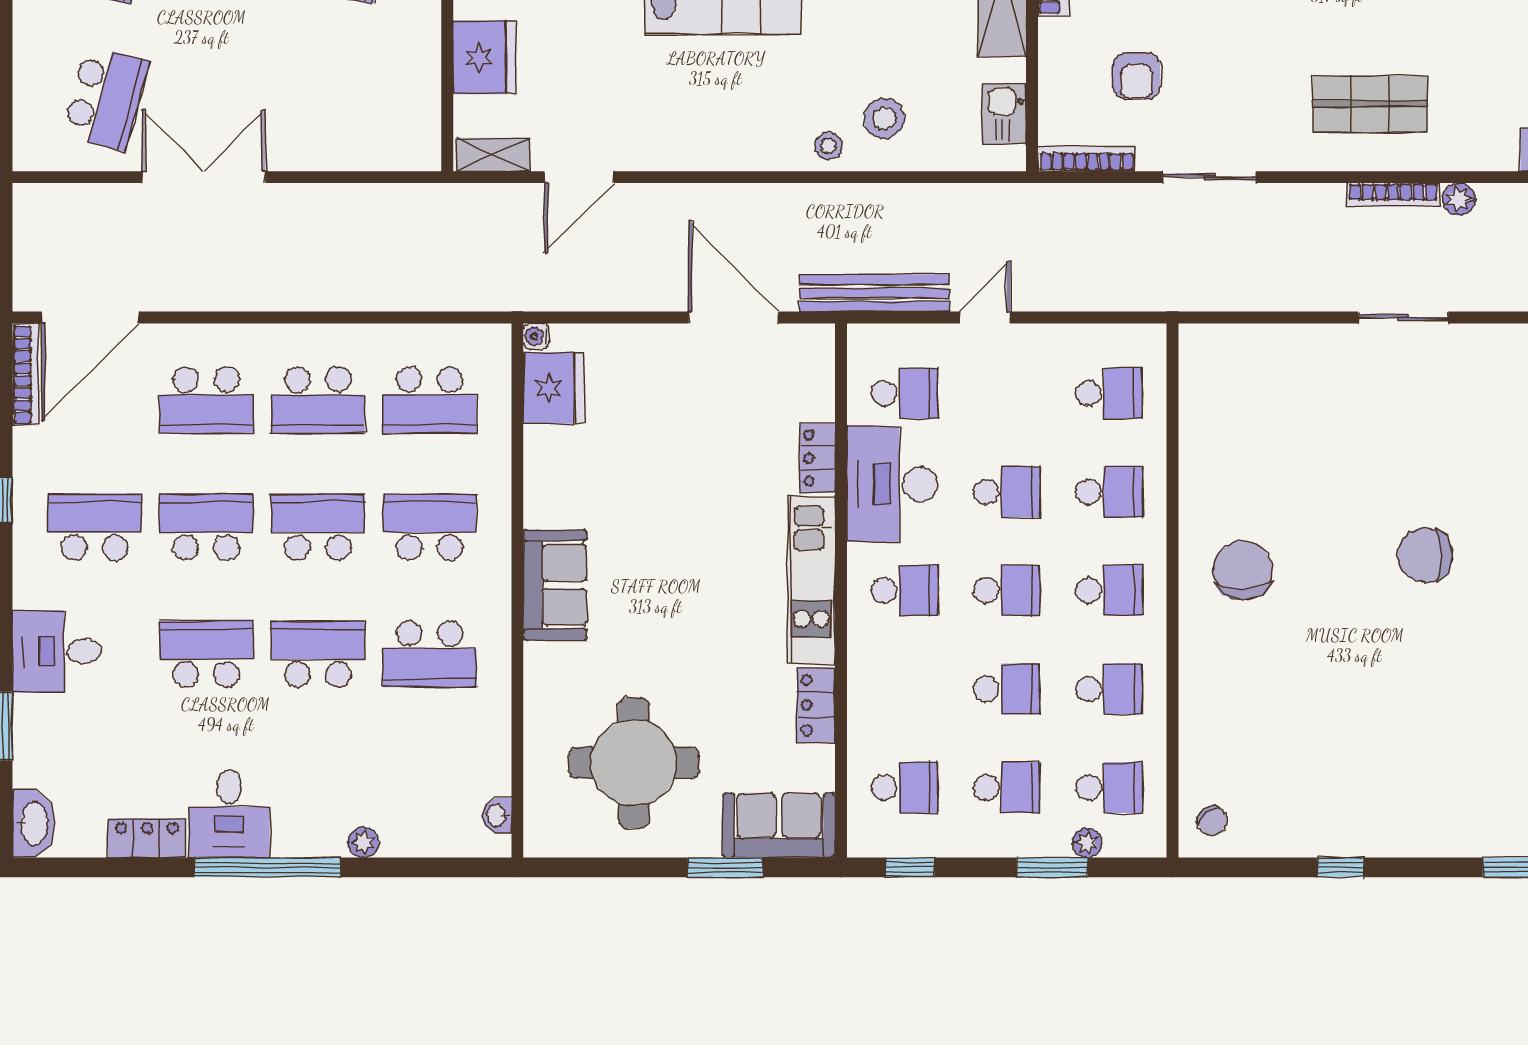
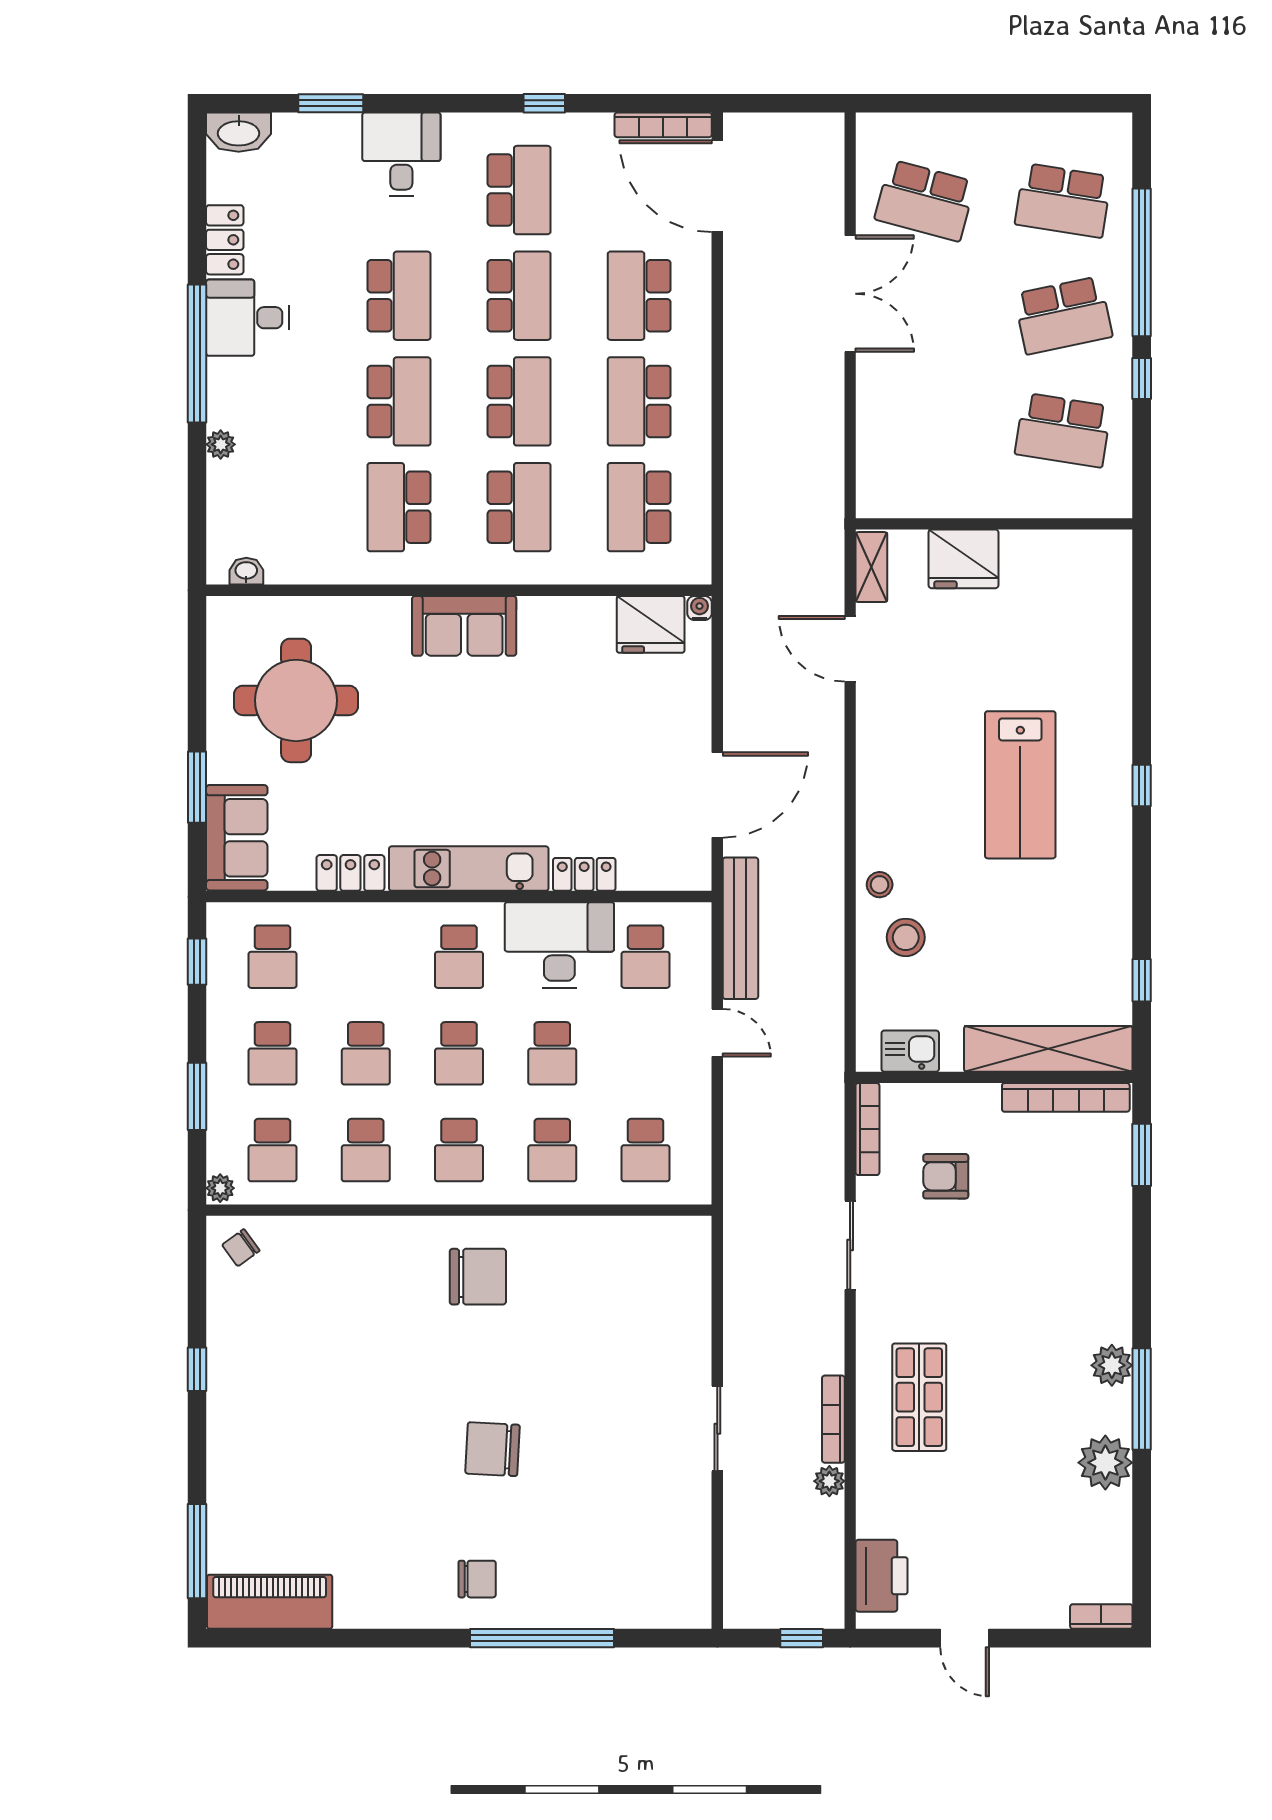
chair: (1425, 555) -> (493, 1449), turned -87
plant: (1087, 843) -> (220, 1188), moved

